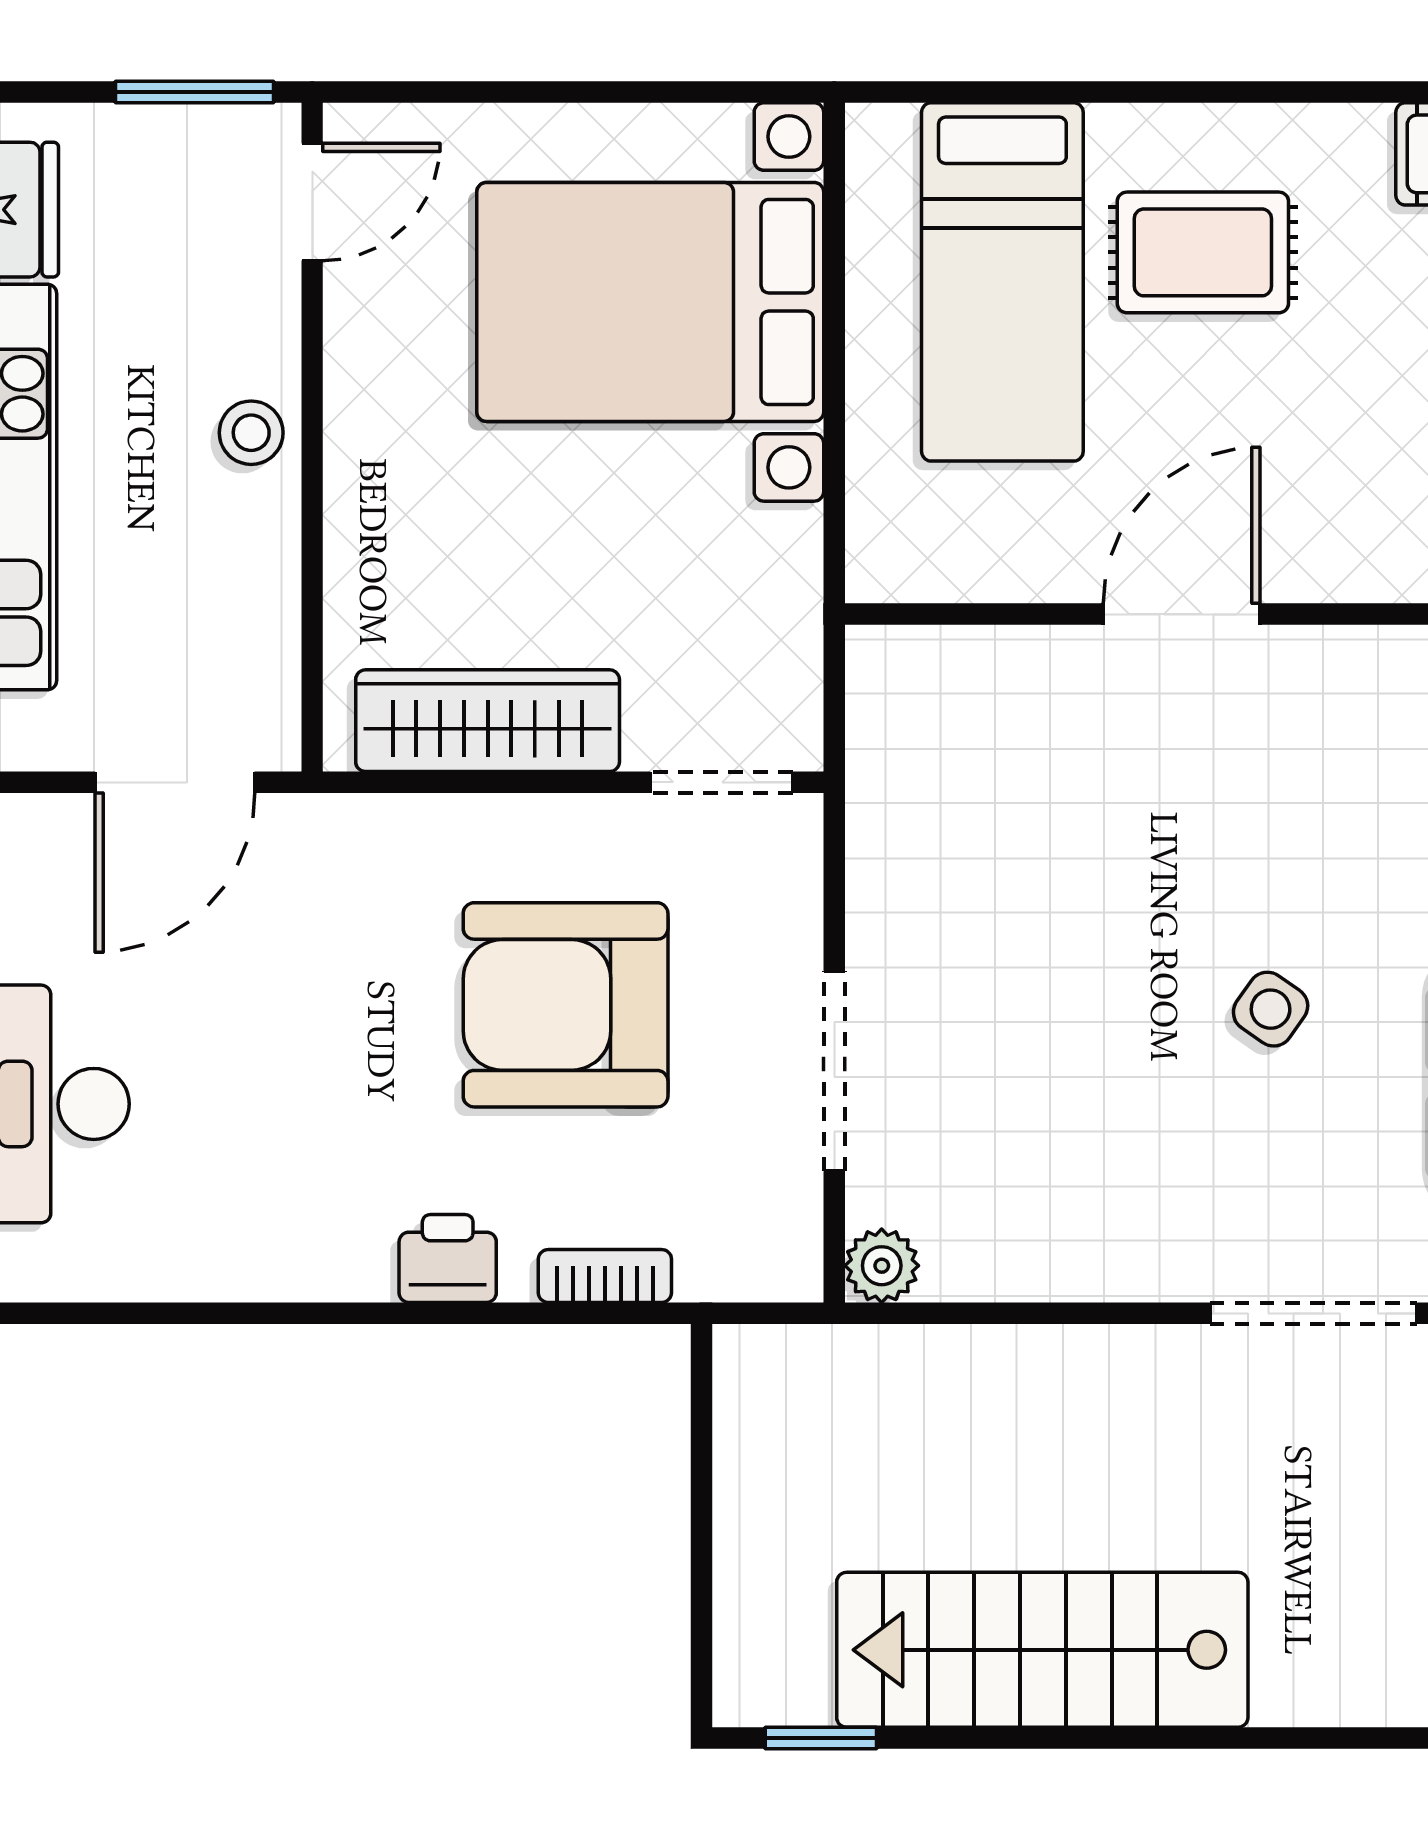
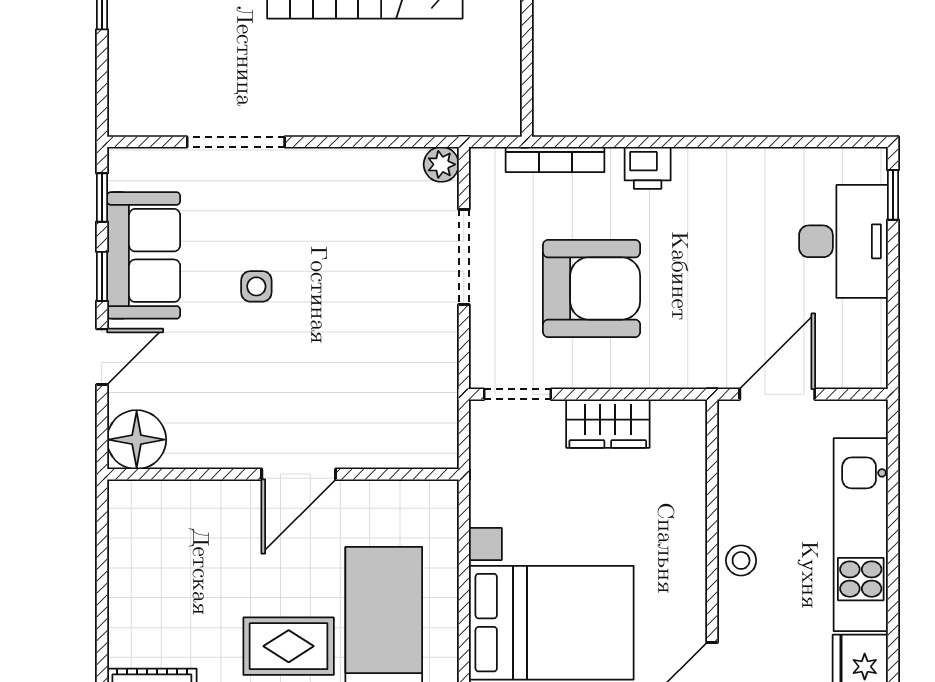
wardrobe: (488, 721) -> (608, 424), width x0.67
side table: (1271, 1009) -> (256, 286), turned -35
bookcase: (605, 1276) -> (555, 160), width x1.56

